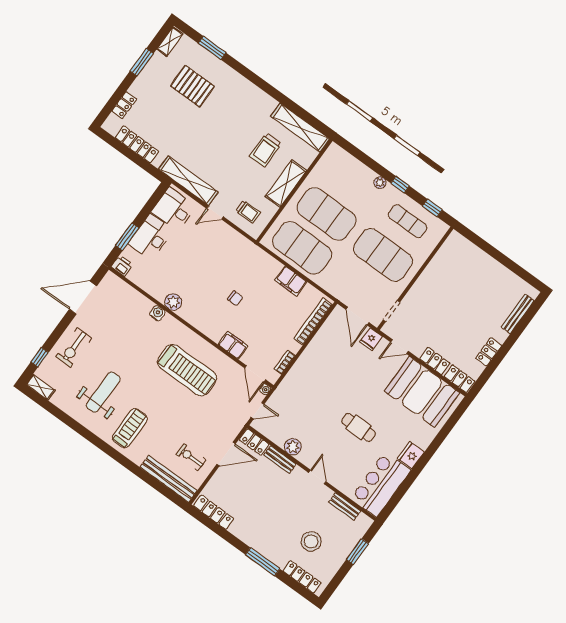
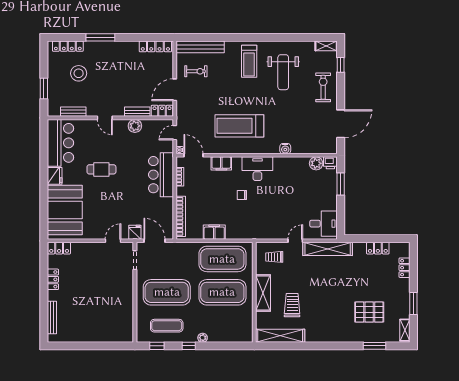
locker: (137, 144) -> (378, 248), width x0.66
desk: (151, 237) -> (257, 169), moved, turned -90
plant: (173, 302) -> (316, 163), moved
locker: (435, 361) -> (83, 248), removed
bar counter: (302, 378) -> (161, 175), added
booth: (422, 392) -> (65, 210), moved, turned 90

